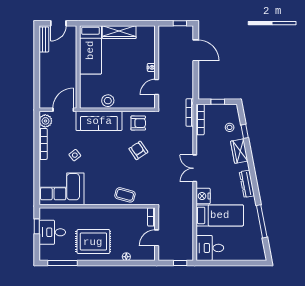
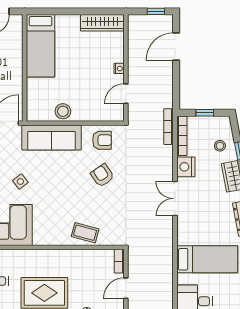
wardrobe: (119, 32) -> (102, 23), moved
door: (196, 50) -> (176, 47), swing flipped
nightstand: (203, 196) -> (186, 167), moved

